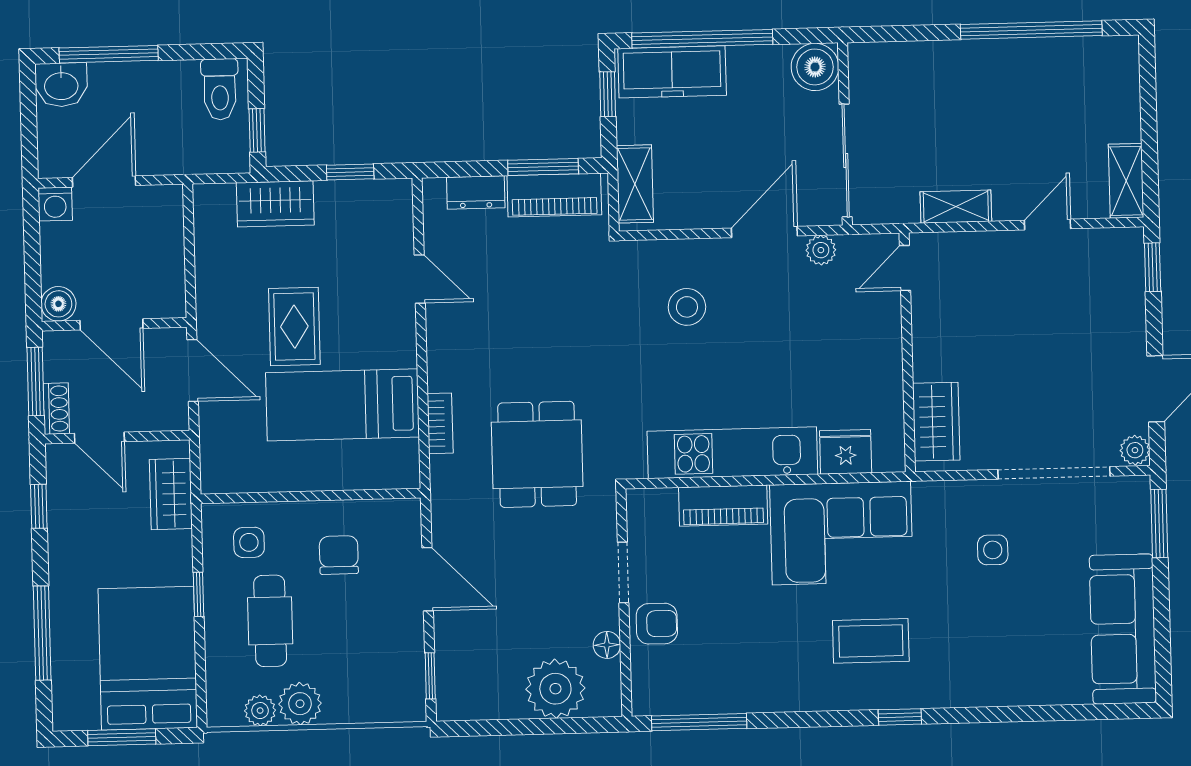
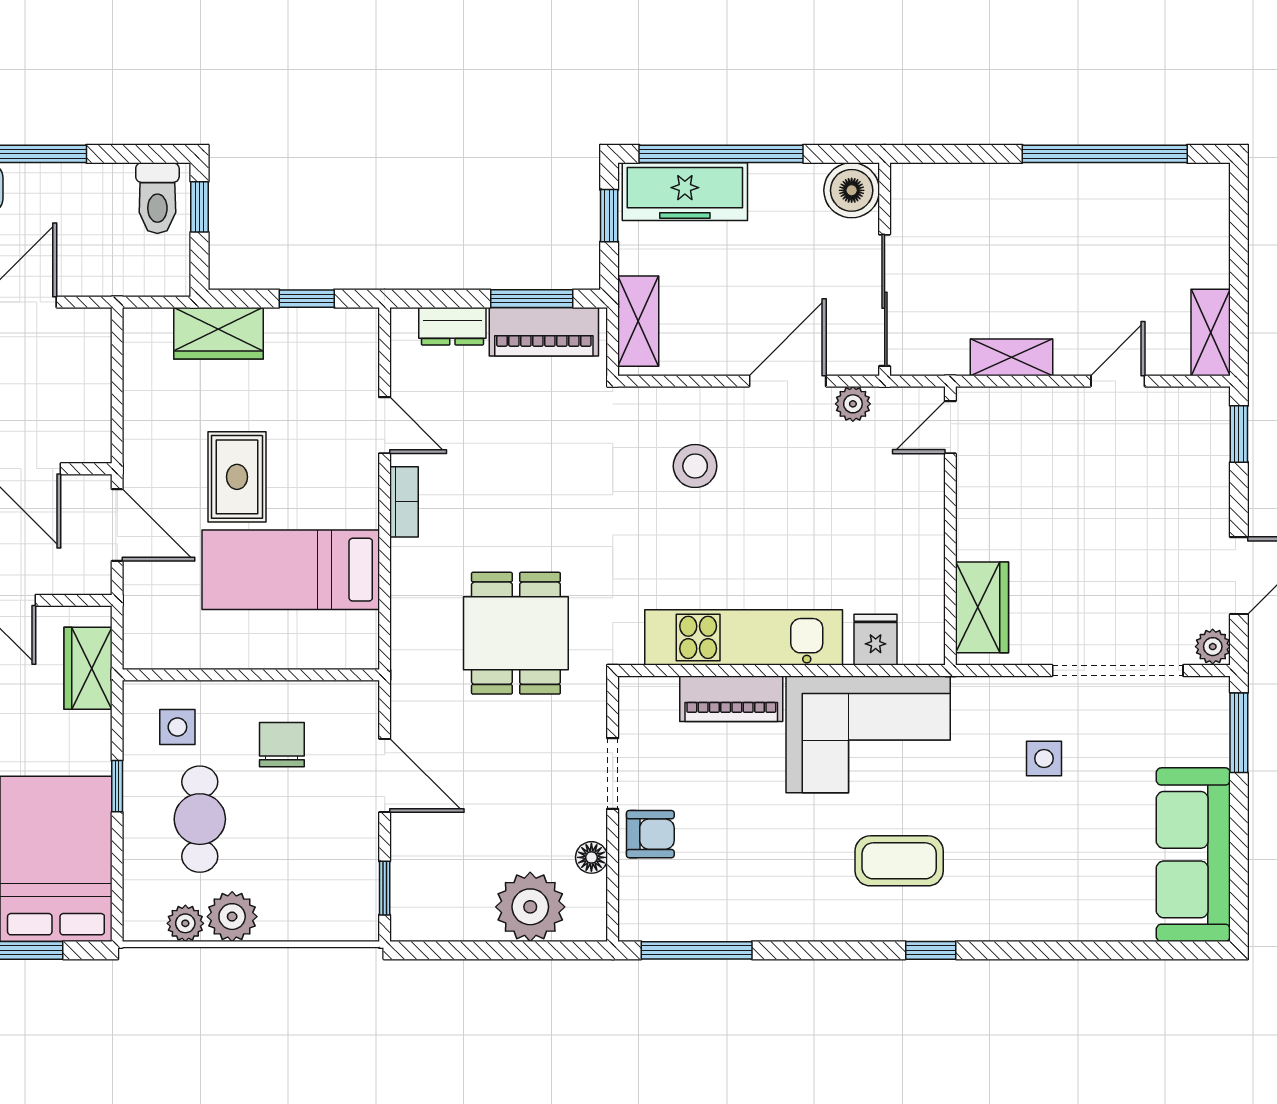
window: (257, 130) -> (199, 207), moved
bookcase: (440, 423) -> (404, 502), moved
fridge: (846, 452) -> (876, 640), width x0.72

